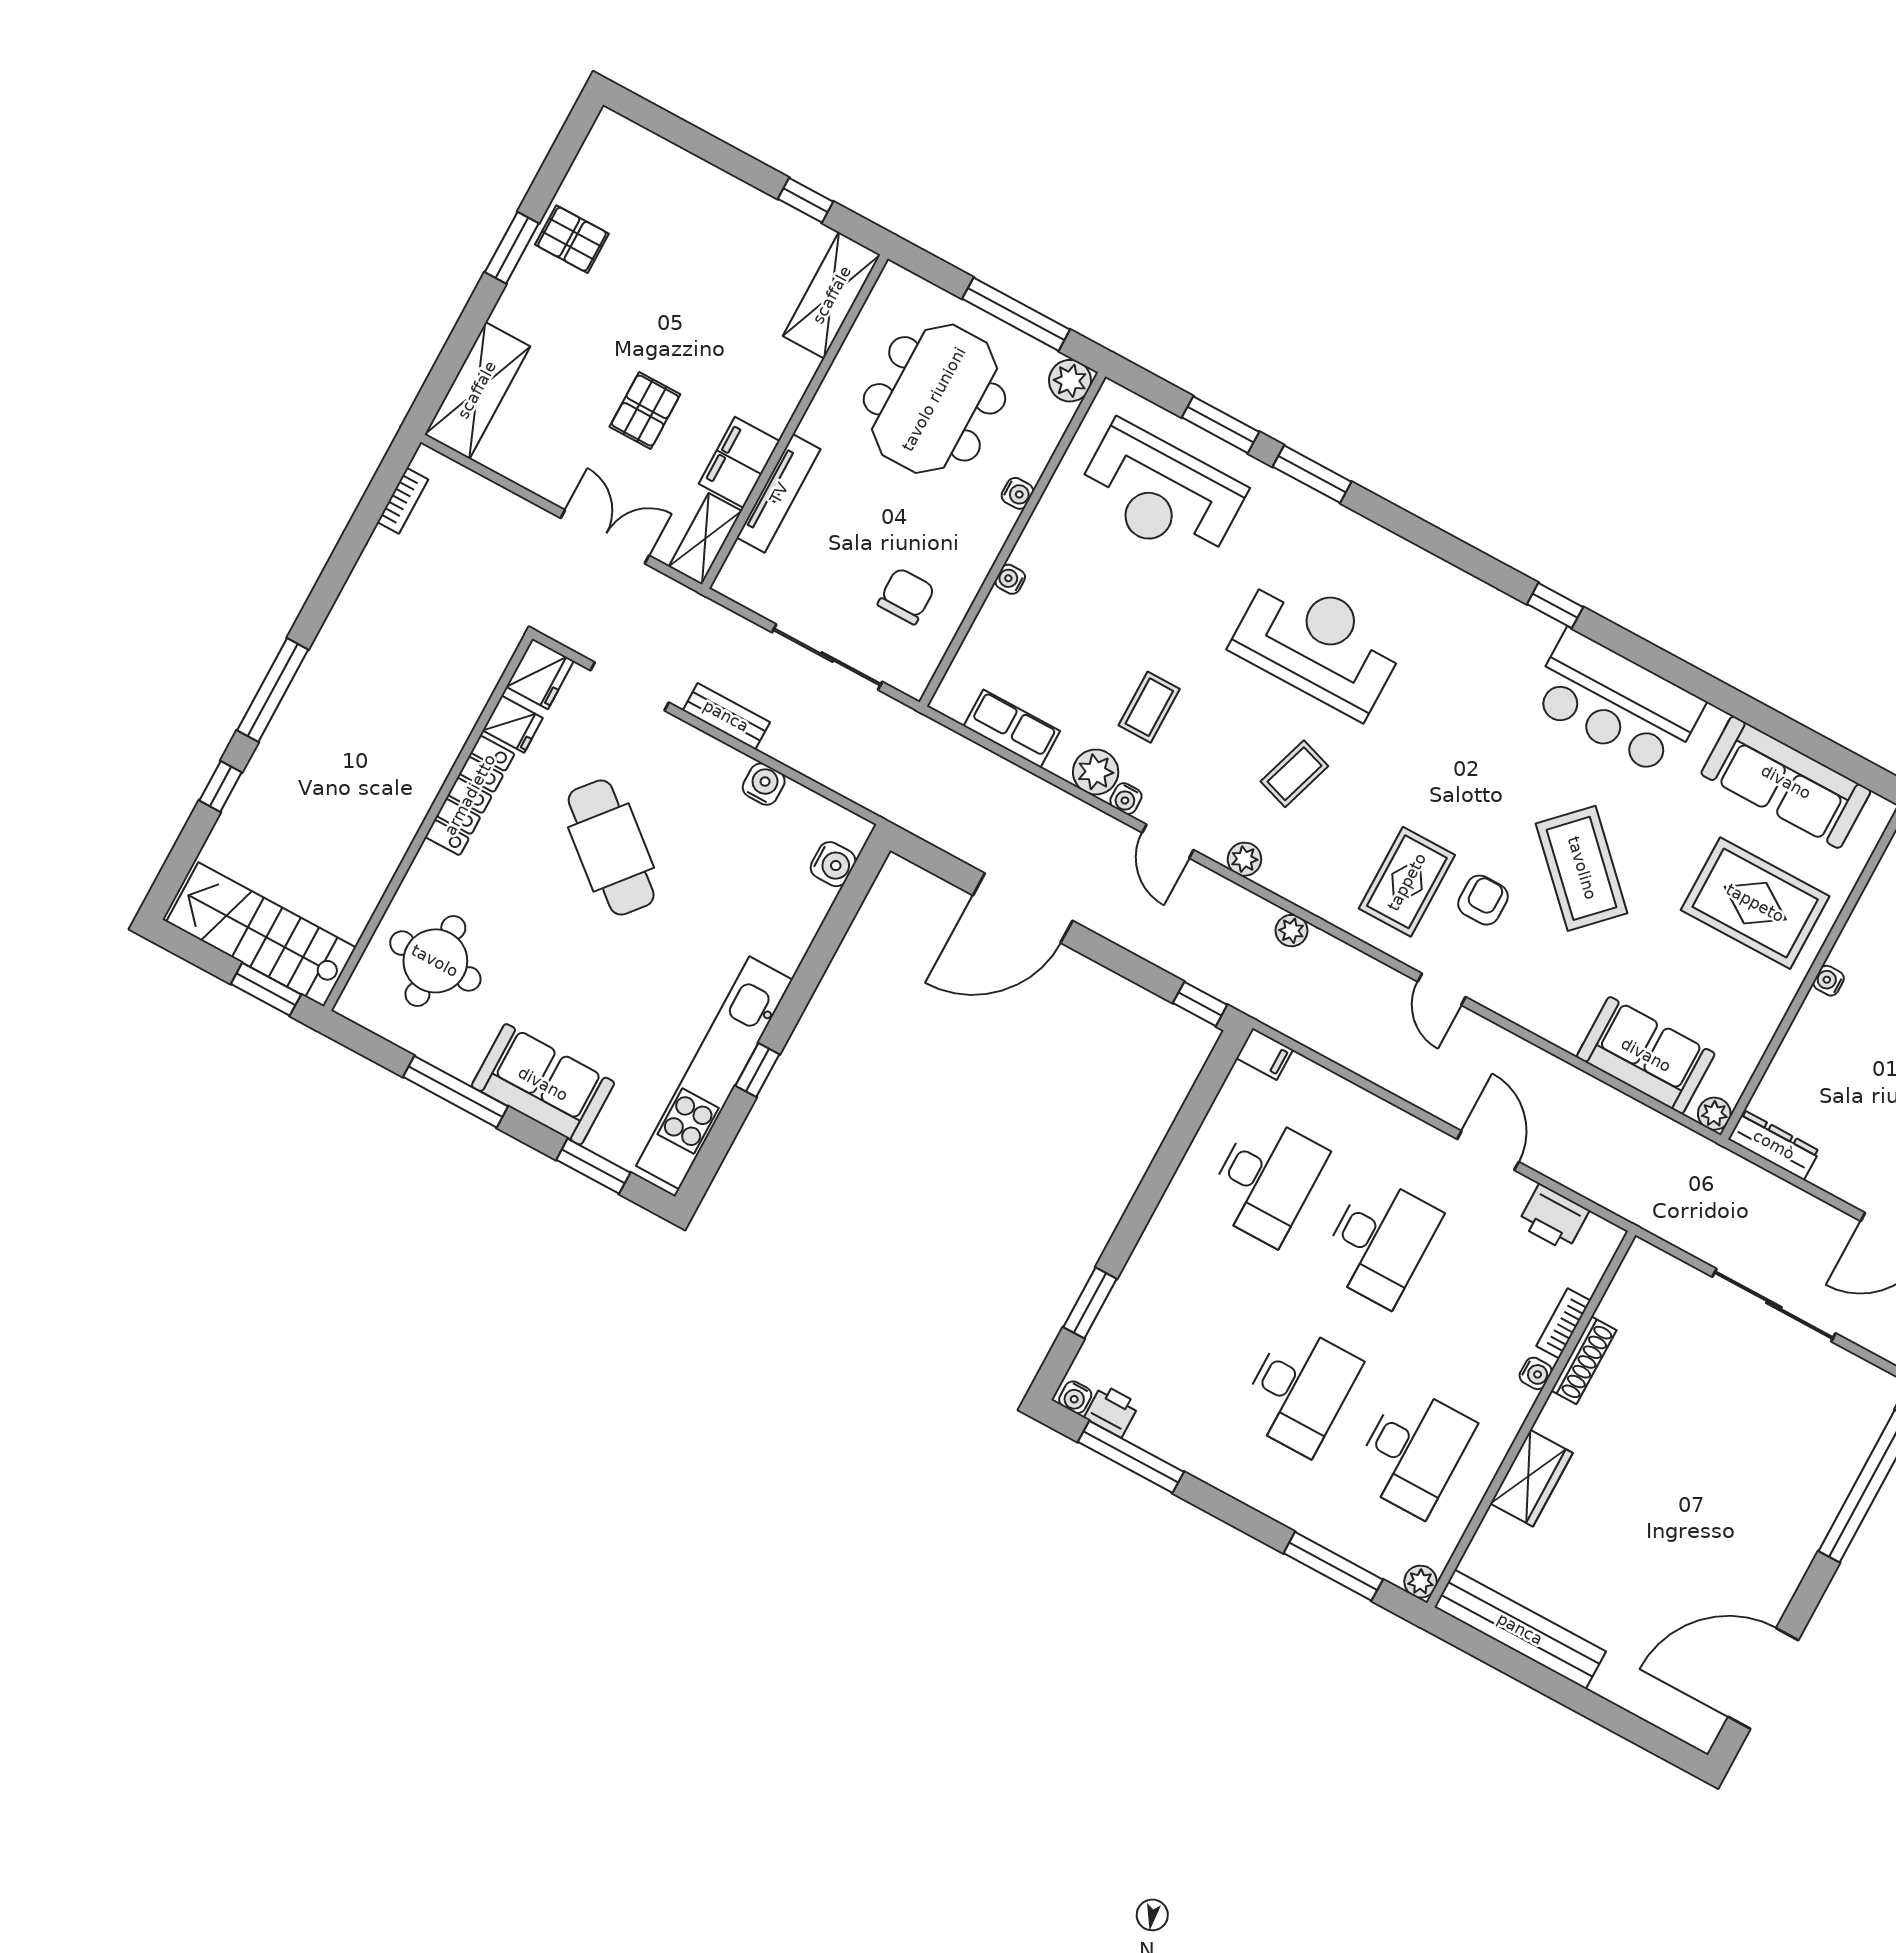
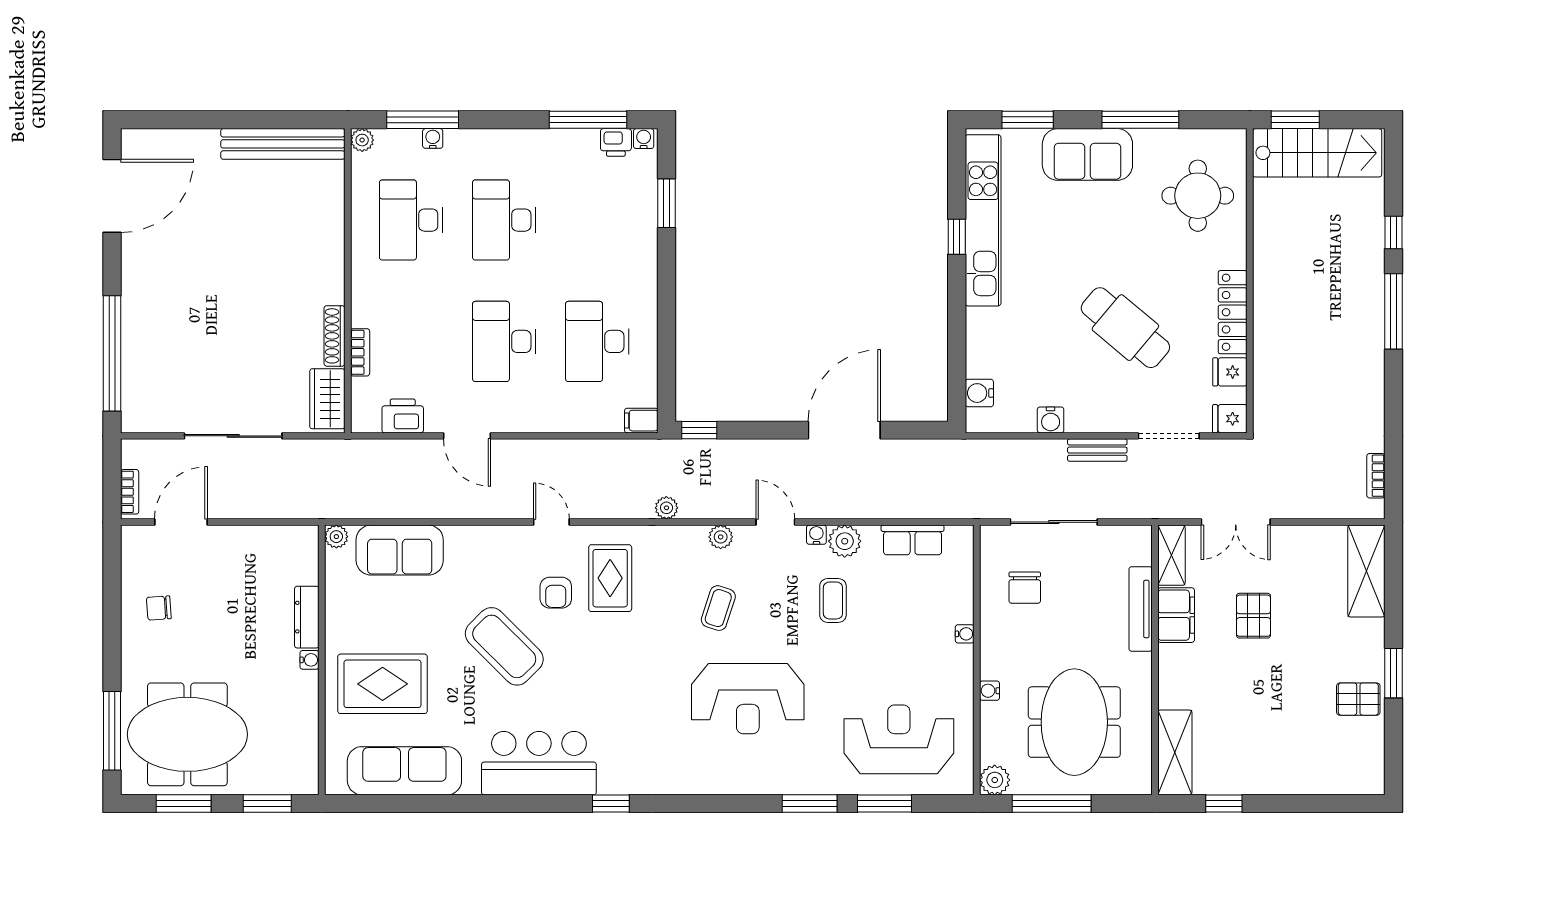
fridge: (540, 674) -> (1230, 419), width x0.72
dresser: (1774, 1145) -> (307, 617), moved, turned 90
water cooler: (1536, 1373) -> (433, 138), moved, turned 90
wardrobe: (1531, 1478) -> (327, 399), moved

